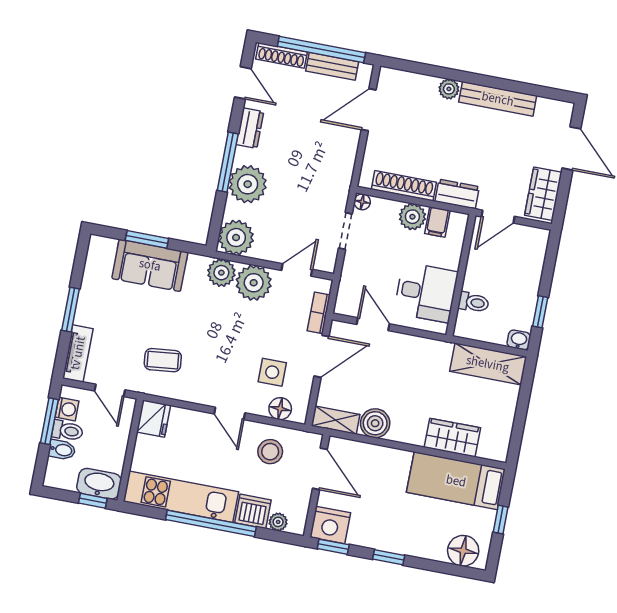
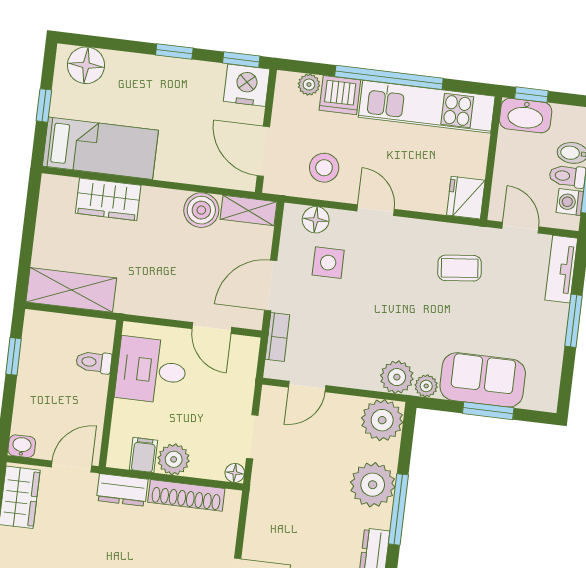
plant: (254, 283) -> (426, 386), moved, width x0.53, depth x0.53
washbasin: (519, 340) -> (22, 446), moved, turned 180

